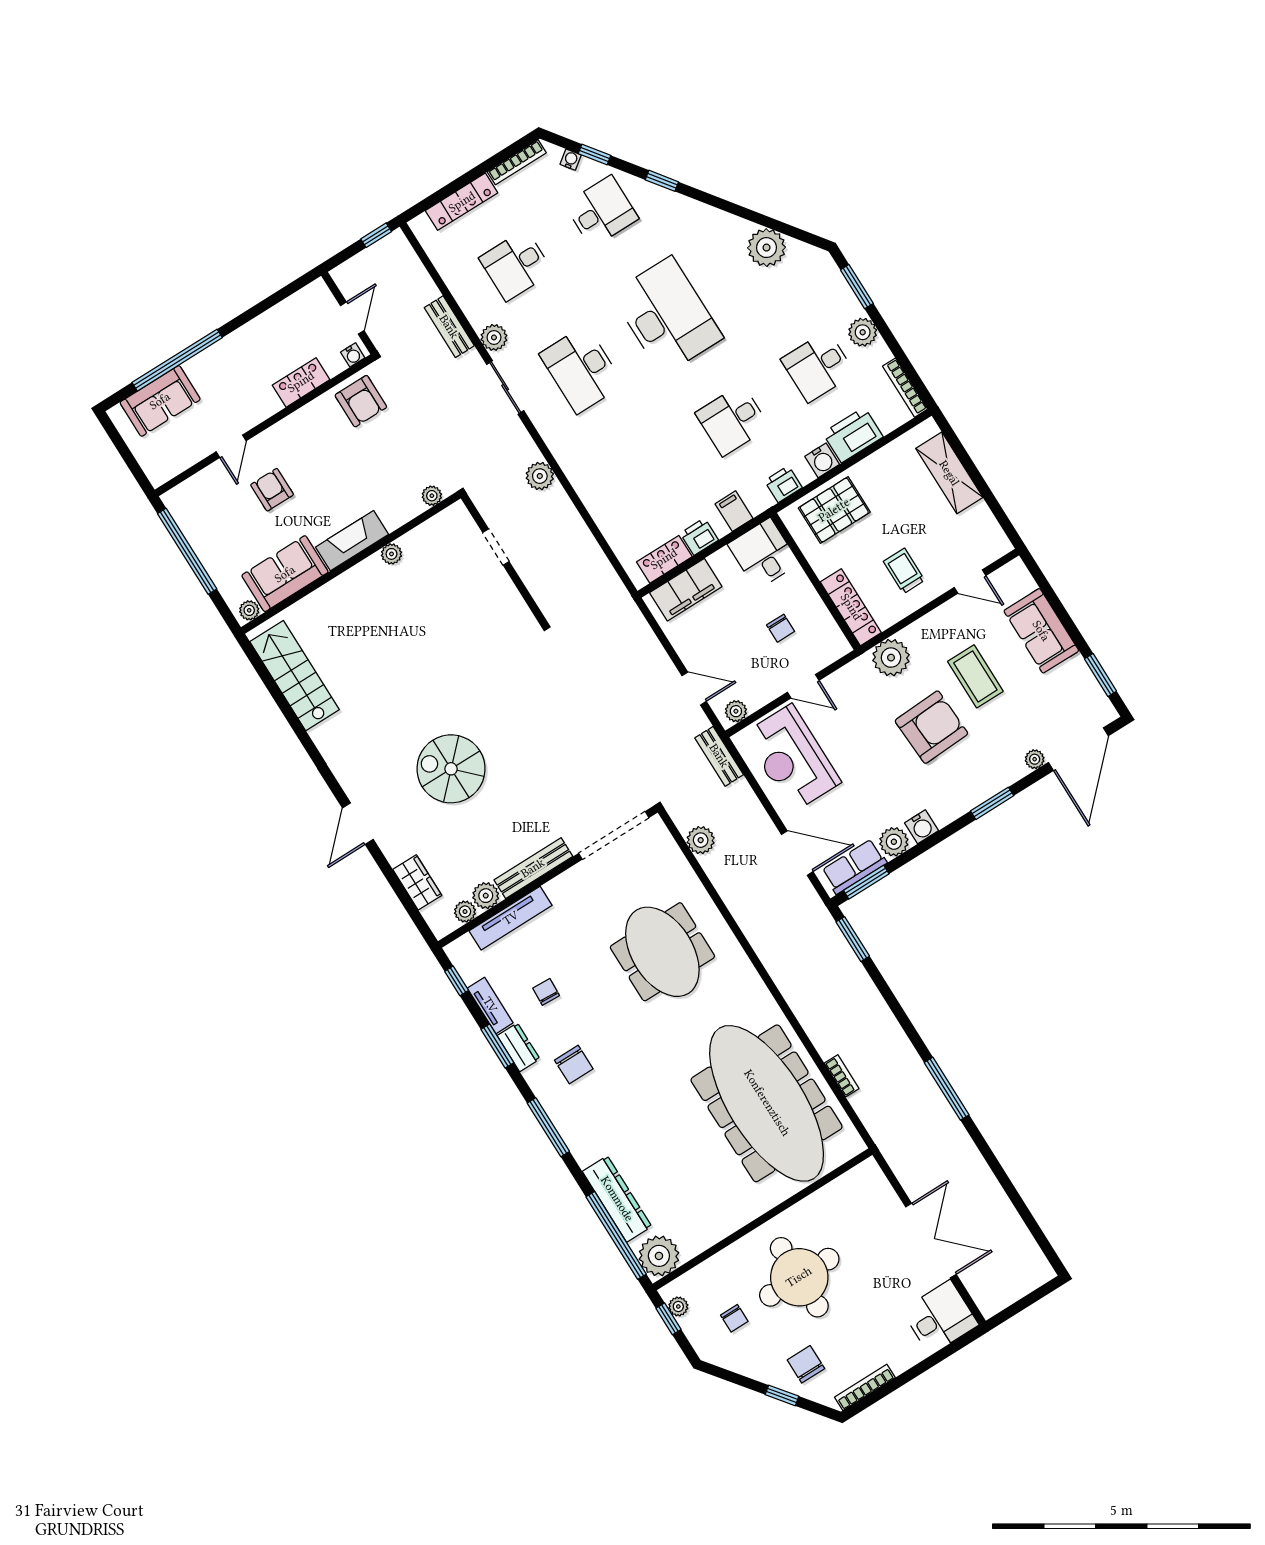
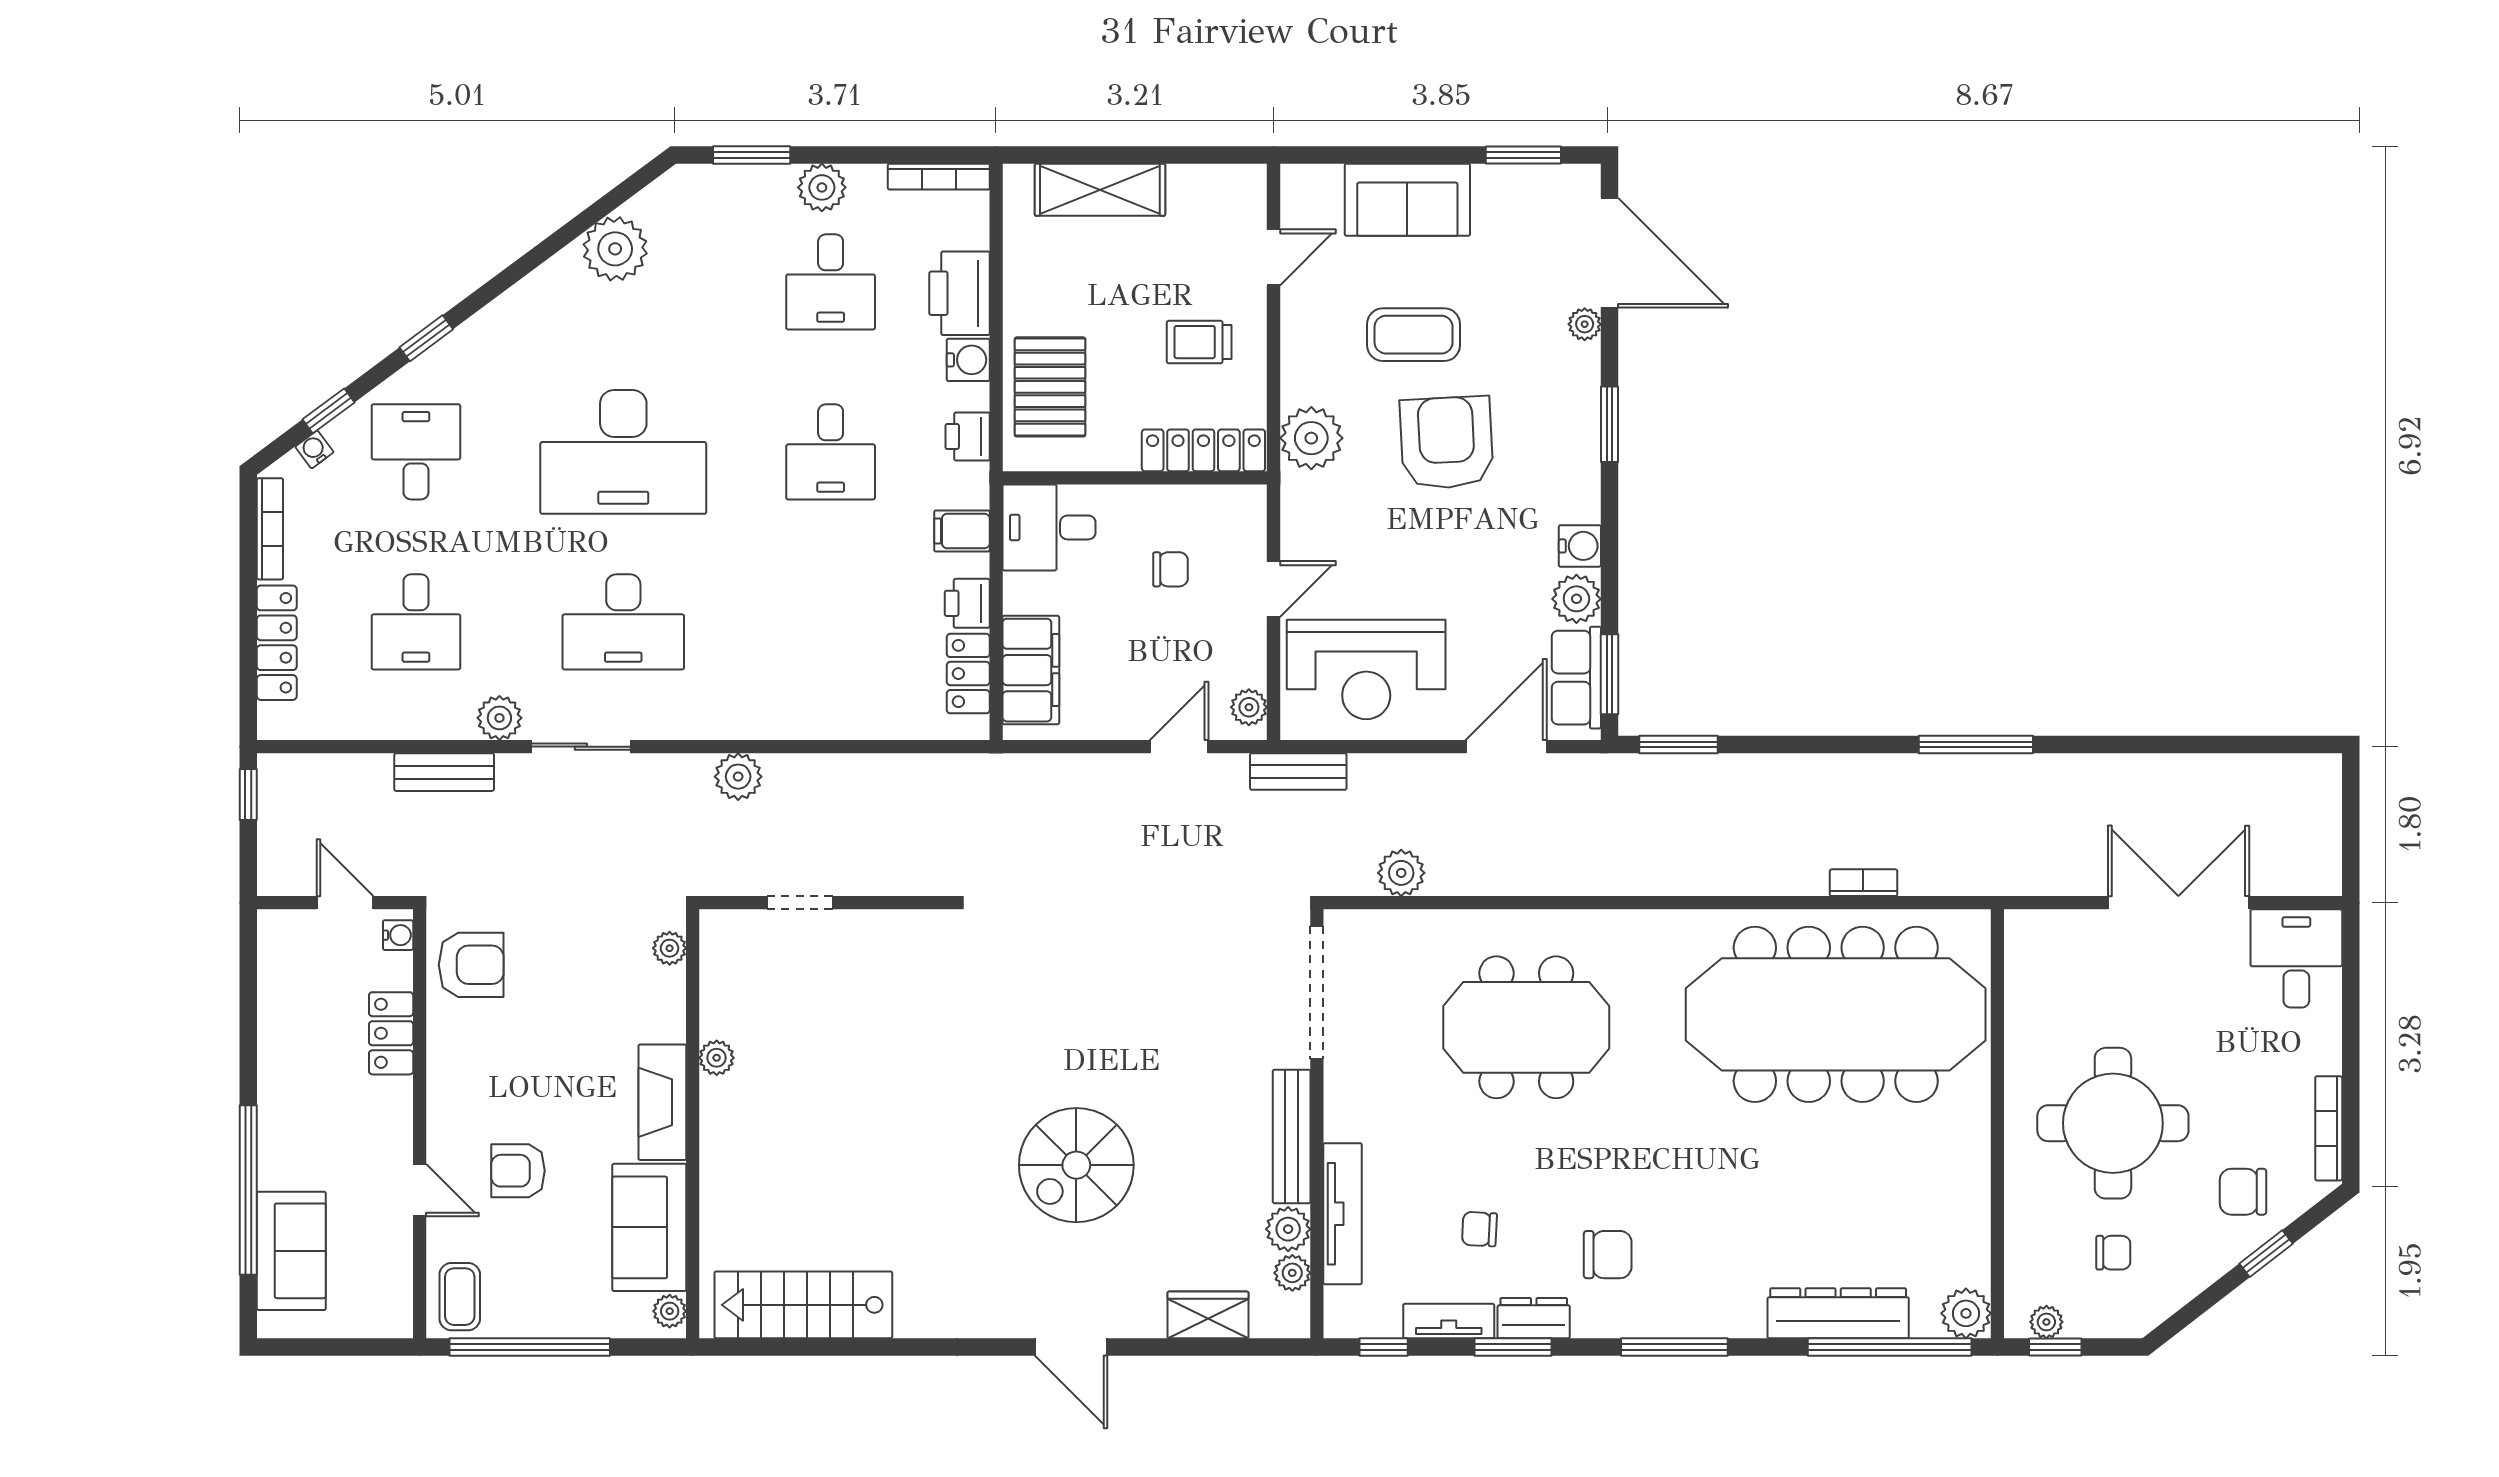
desk: (667, 316) -> (623, 452), turned 180
coffee table: (190, 500) -> (460, 1297), added
plant: (659, 1256) -> (1966, 1313), width x0.73, depth x0.73

